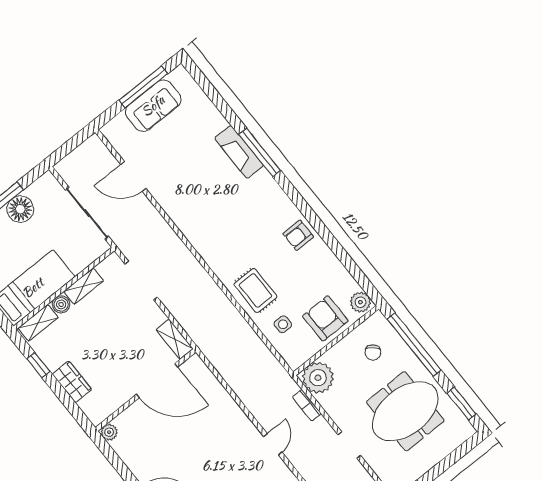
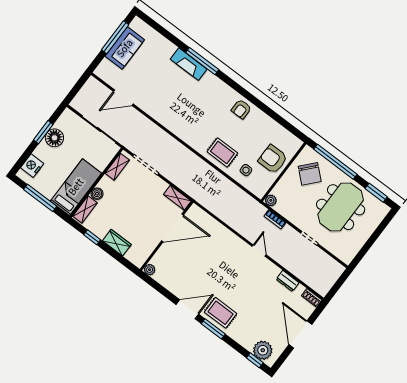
shelving: (84, 286) -> (117, 167), moved
plant: (361, 302) -> (293, 143), removed
chair: (373, 353) -> (310, 174), width x1.87, depth x1.87
plant: (318, 378) -> (271, 200), width x0.53, depth x0.53

